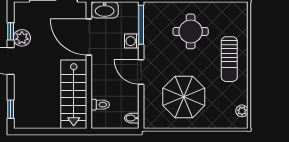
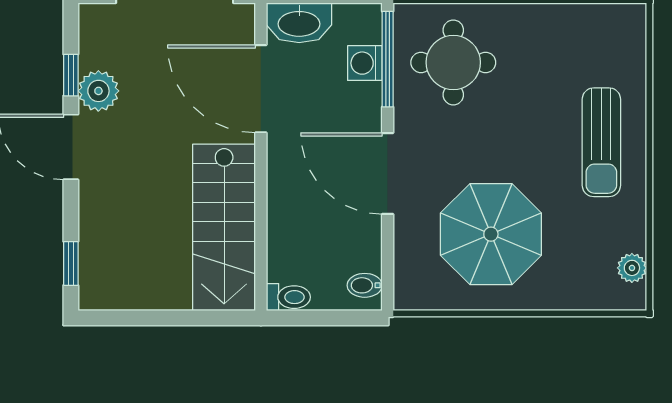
round table: (191, 31) -> (453, 62), moved
washing machine: (132, 41) -> (365, 63), moved
door: (141, 72) -> (388, 174), width x1.36
toilet: (100, 105) -> (288, 297), moved

